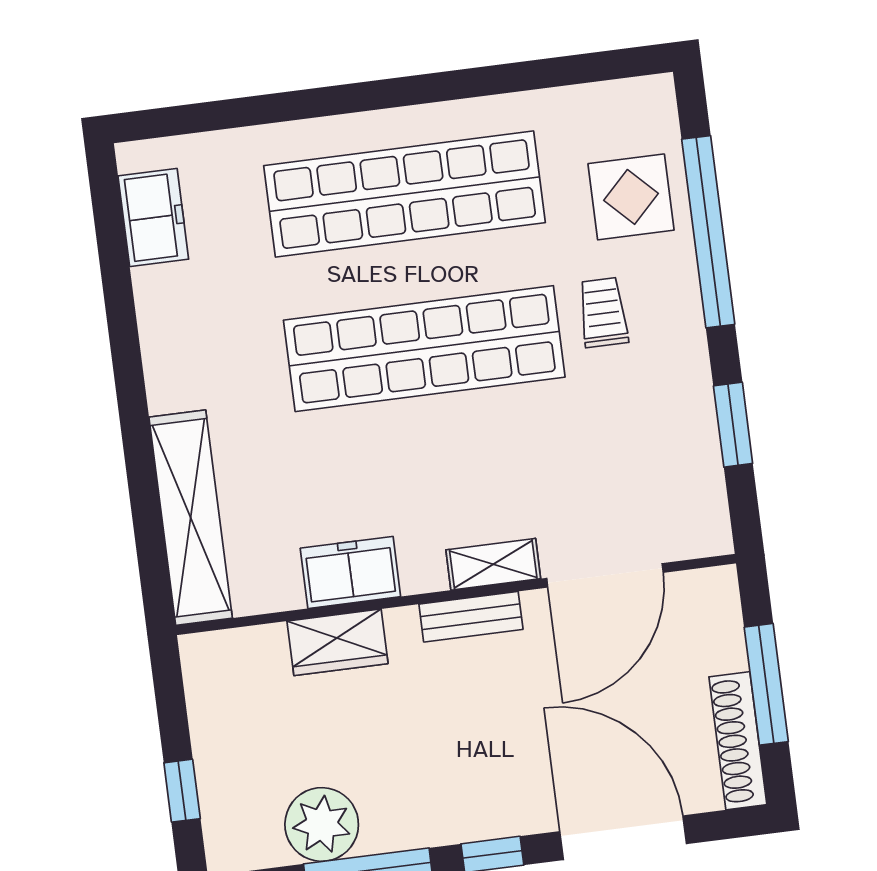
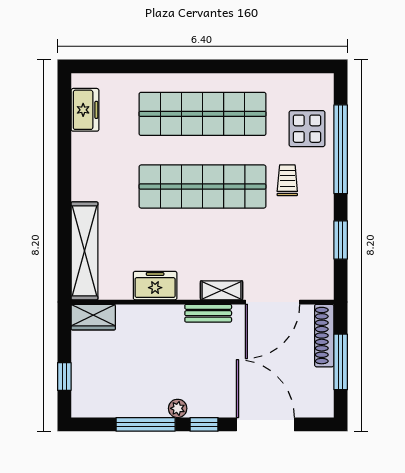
wardrobe: (337, 642) -> (93, 317), moved
shoe rack: (738, 741) -> (324, 336), moved
plant: (322, 824) -> (178, 408), moved, width x0.53, depth x0.53

